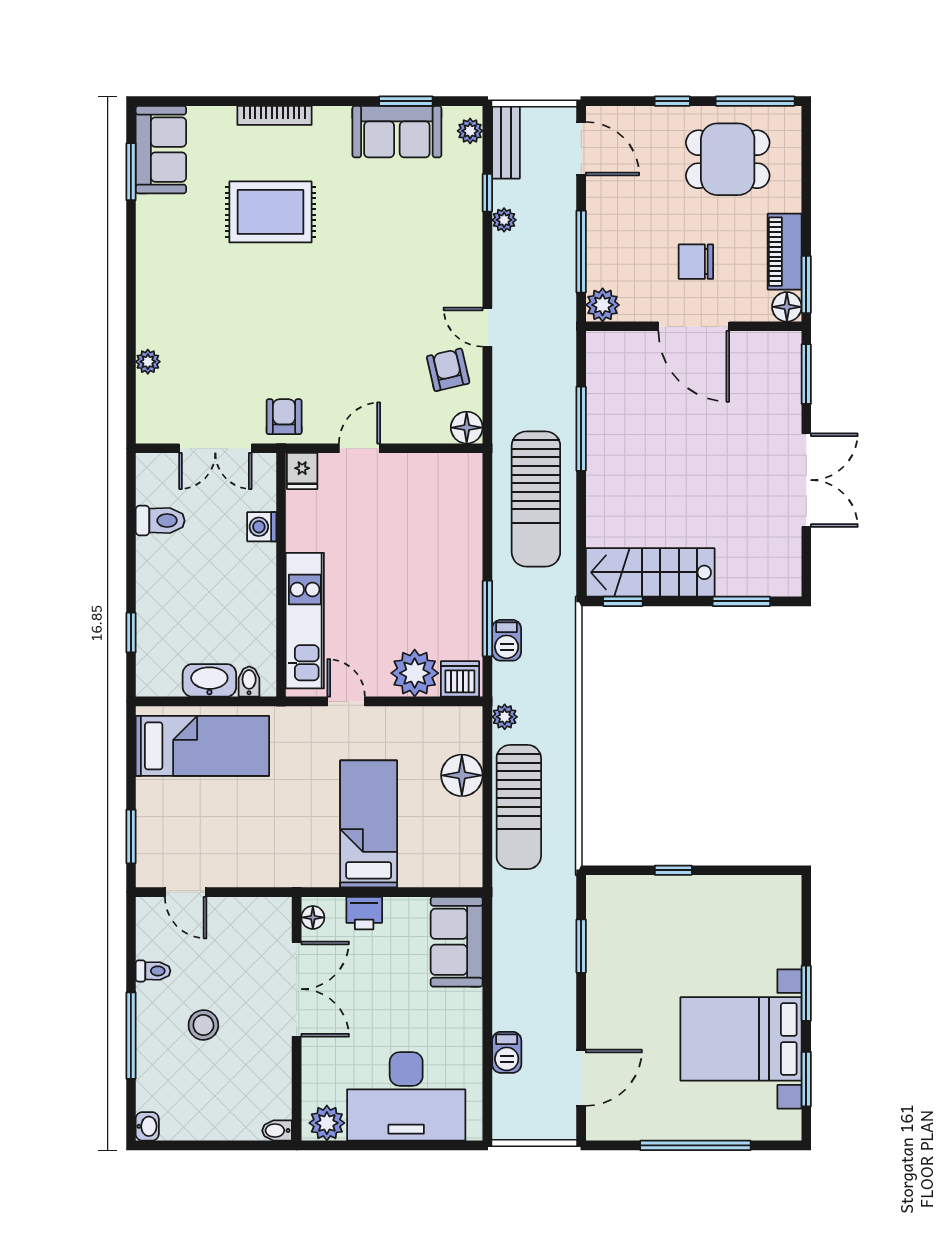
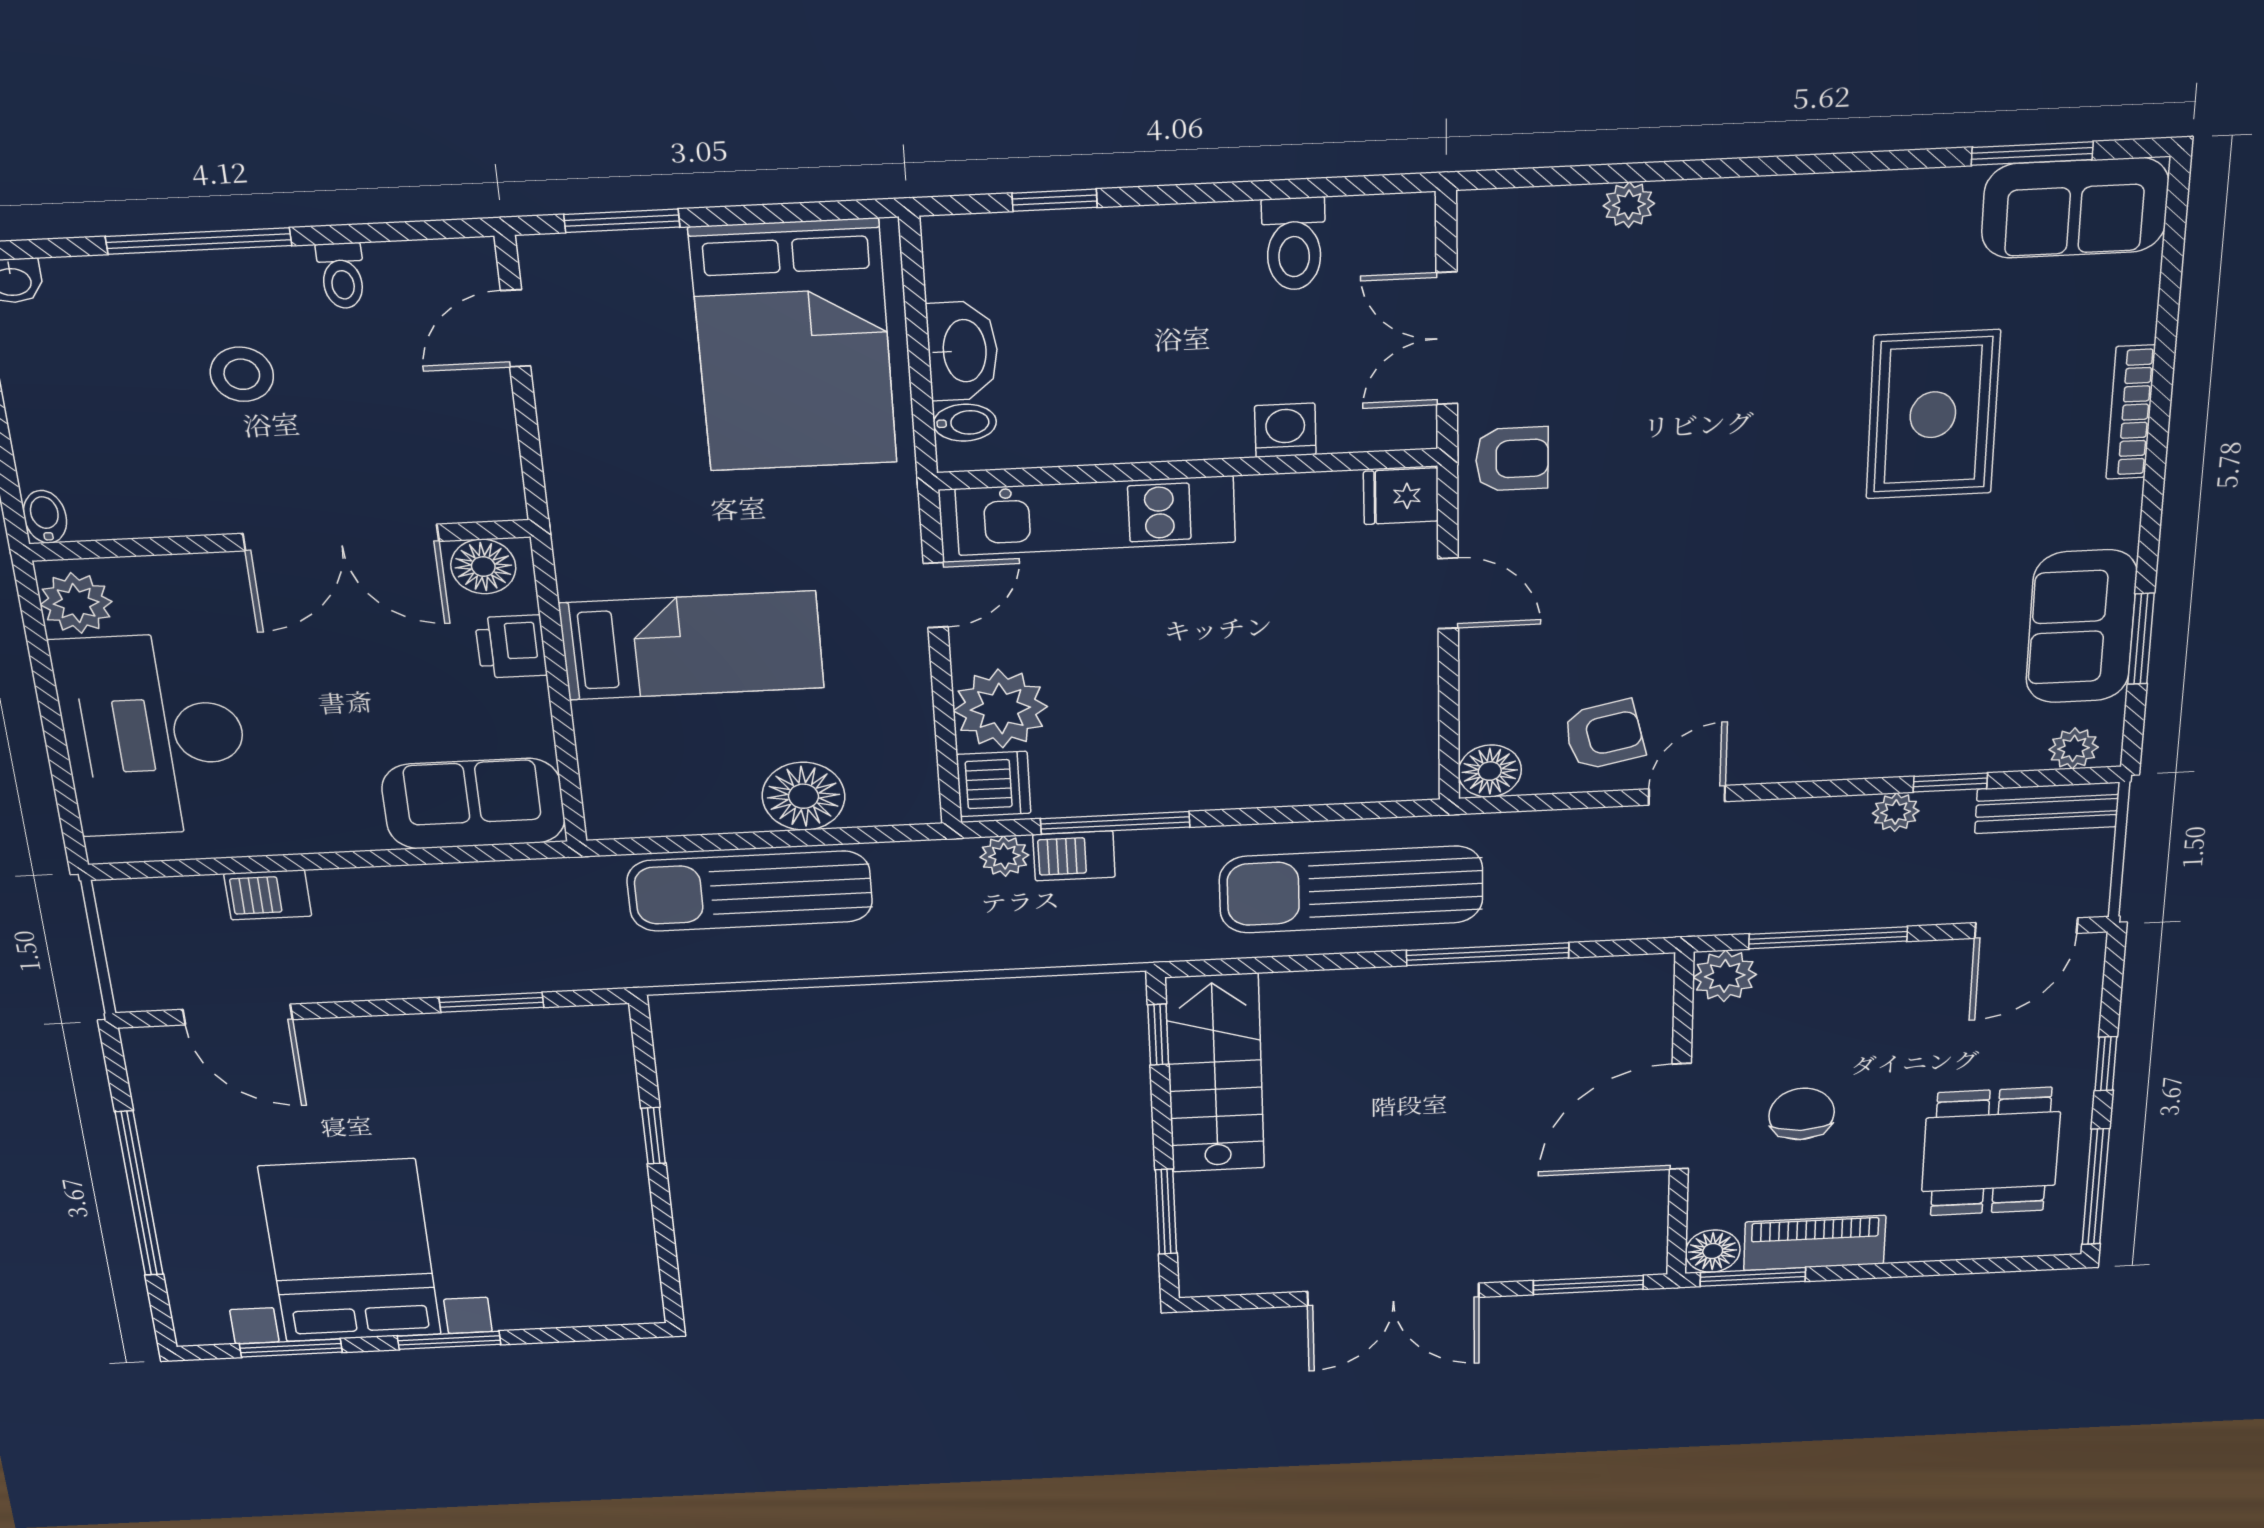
plant: (505, 717) -> (1004, 856), moved
bed: (202, 746) -> (794, 346), width x1.50
floor lamp: (313, 917) -> (483, 566), width x1.37, depth x1.37

